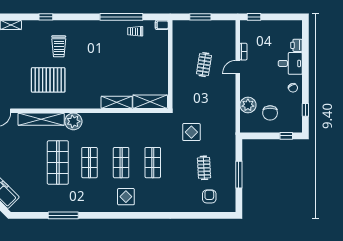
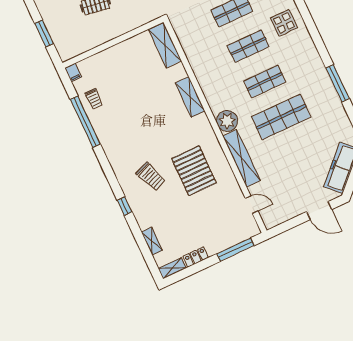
trolley: (59, 46) -> (151, 177), turned 68
shelving: (117, 102) -> (190, 97), moved

